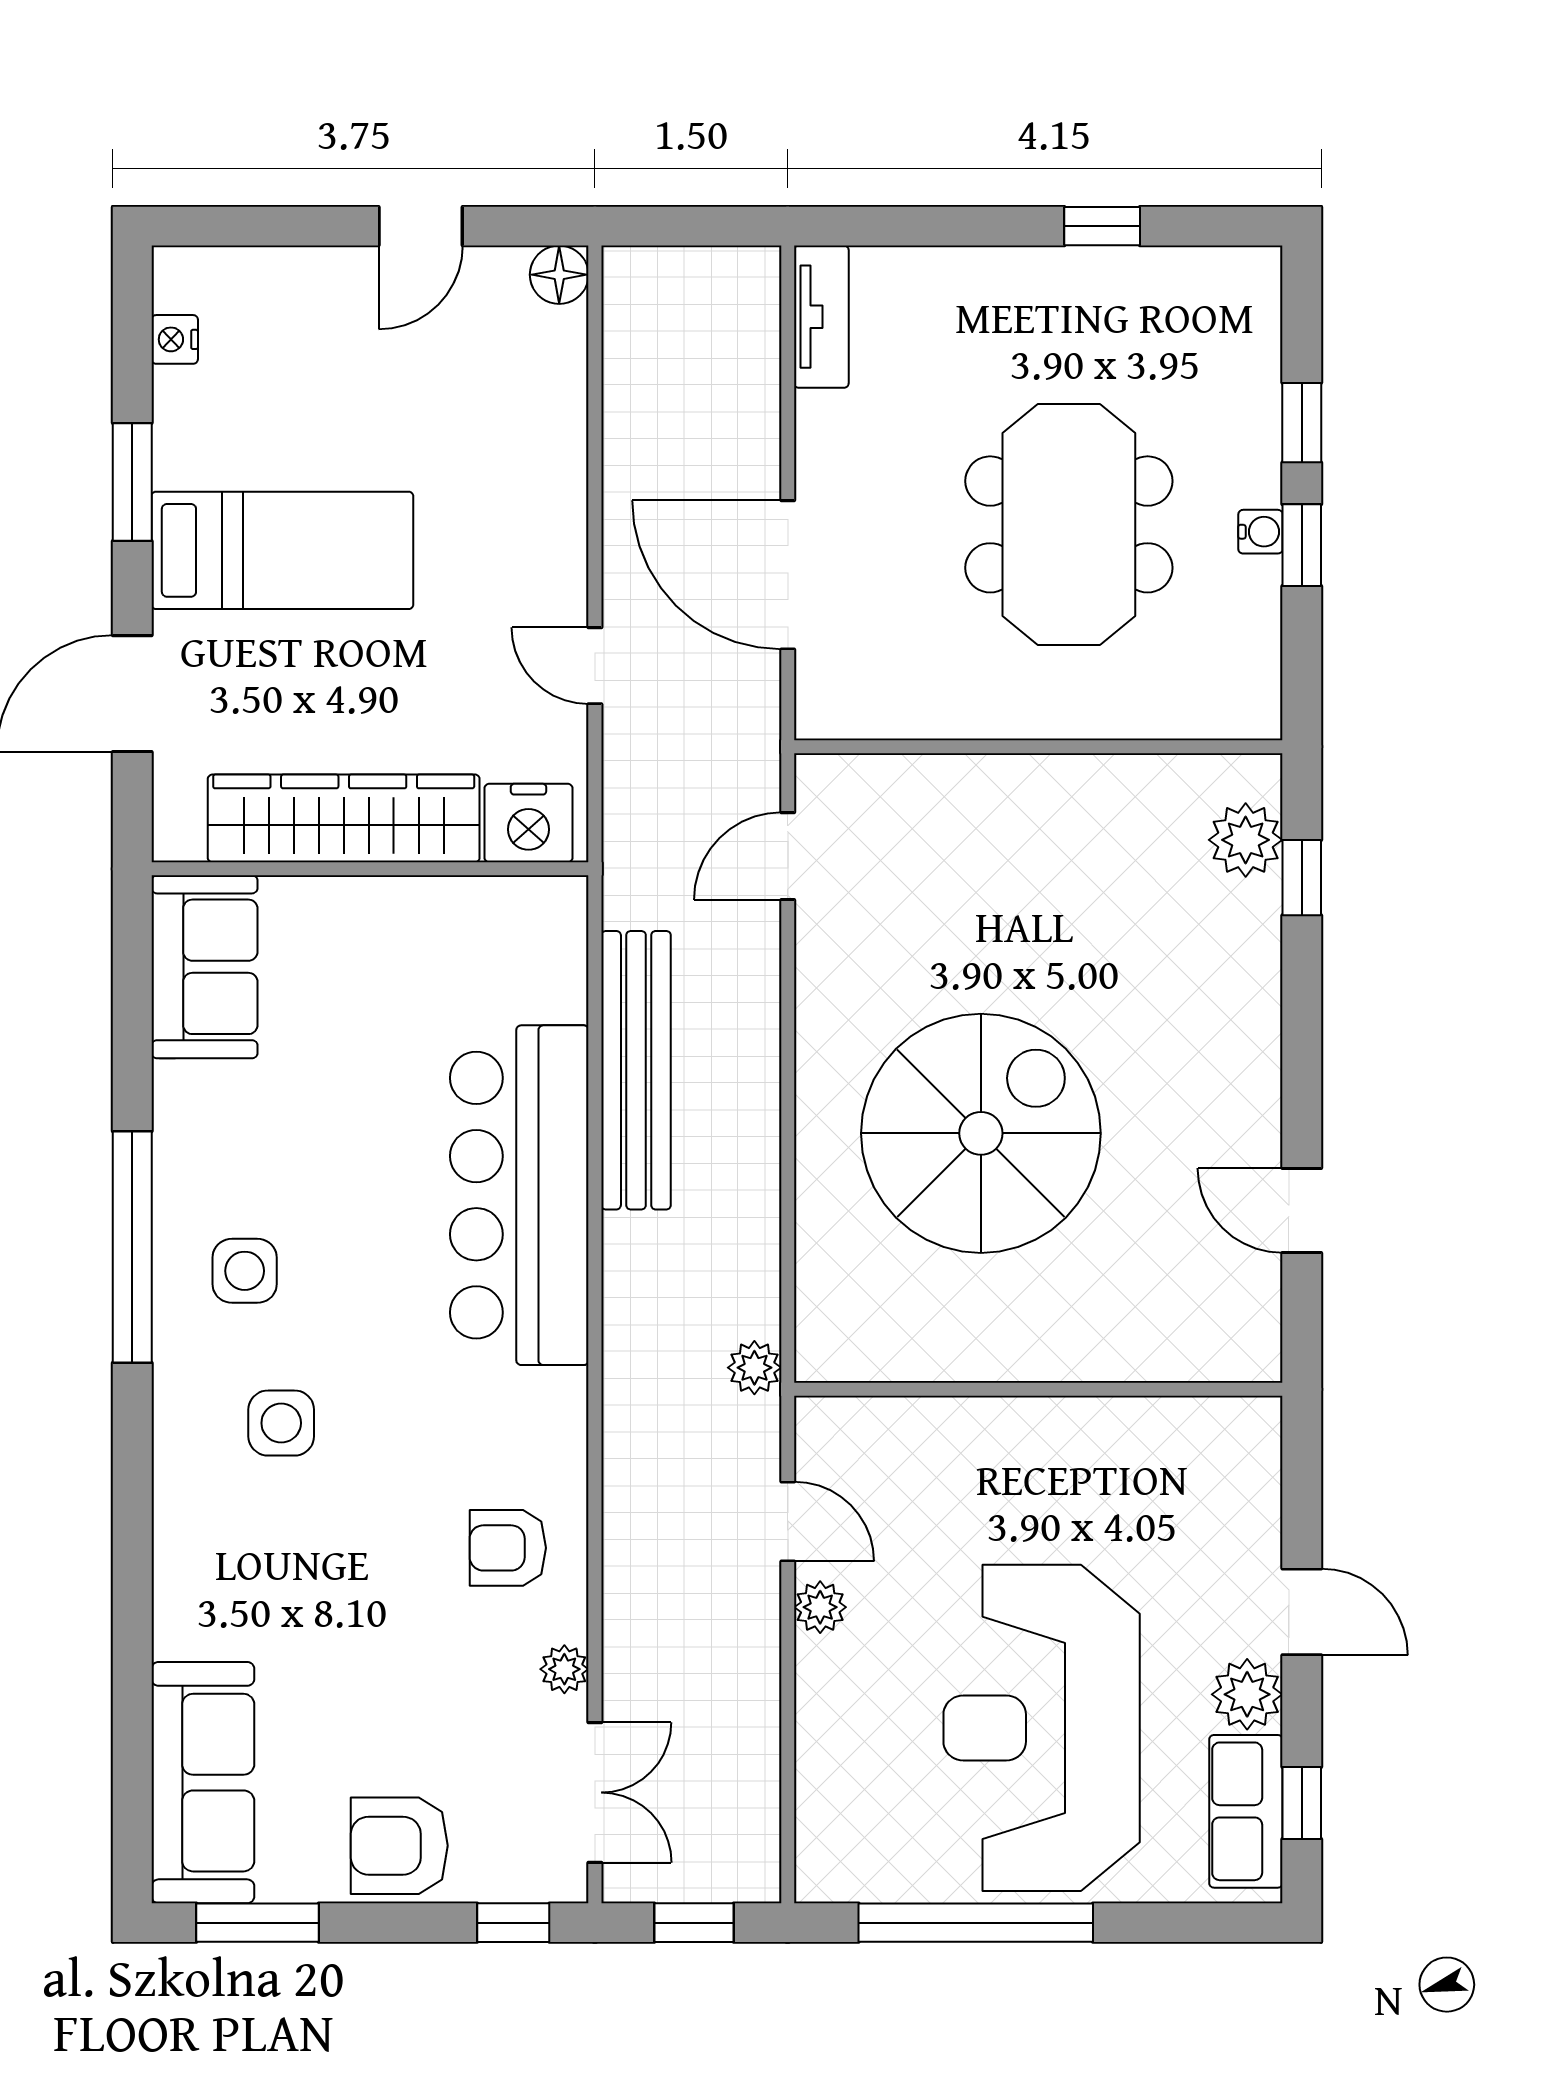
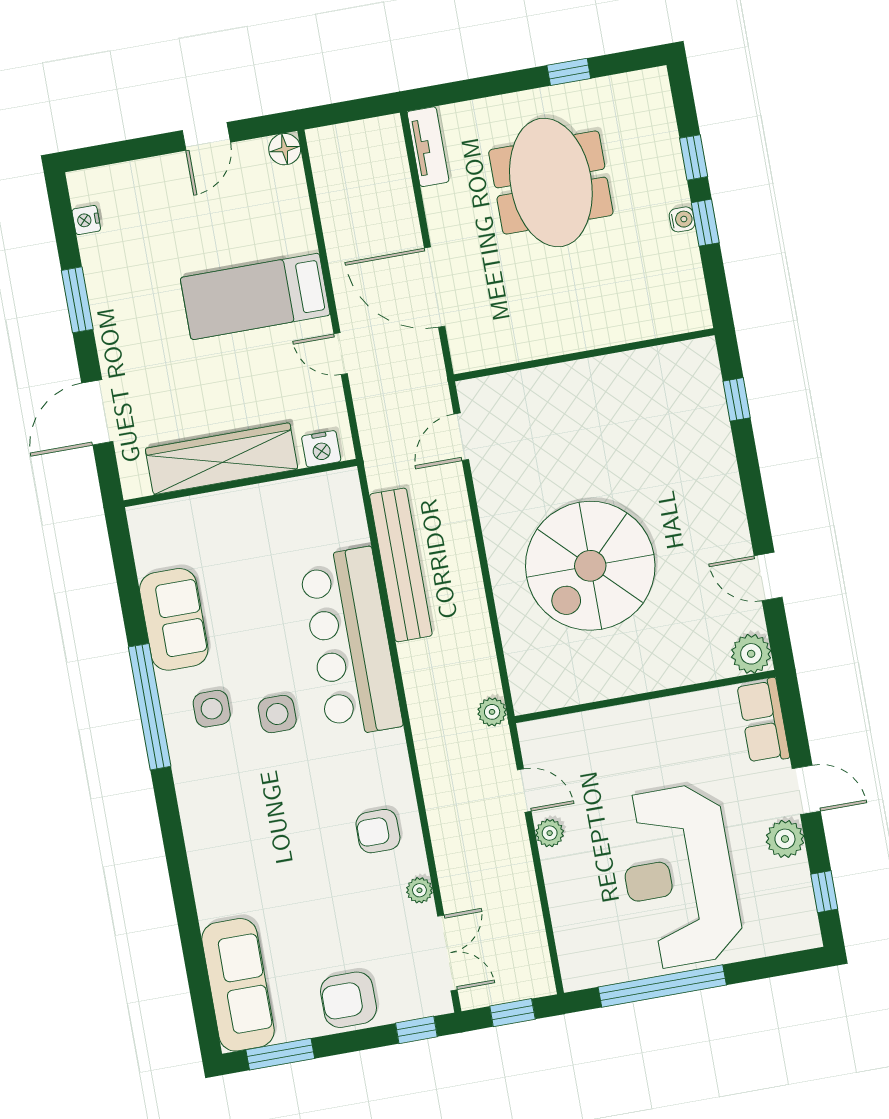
meeting table: (1069, 524) -> (551, 183), moved
bed: (282, 550) -> (255, 296), moved, turned 180
nightstand: (528, 823) -> (321, 449), width x0.74, depth x0.75
plant: (1246, 840) -> (751, 654), moved
sofa: (204, 967) -> (174, 619), moved
spiral stairs: (981, 1133) -> (590, 566), turned 180
side table: (281, 1423) -> (277, 714), moved
row of seats: (1246, 1811) -> (763, 721), moved

